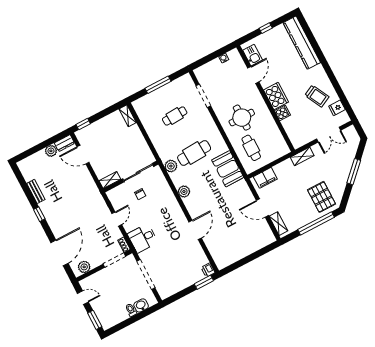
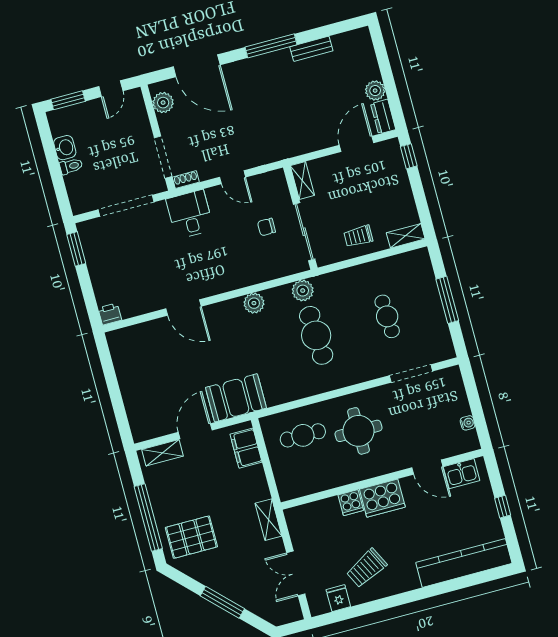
trolley: (134, 142) -> (358, 236), added
booth: (228, 169) -> (236, 398), moved
window: (39, 214) -> (271, 46), width x2.17
window: (204, 282) -> (76, 249), moved
washbasin: (141, 305) -> (65, 148), moved

